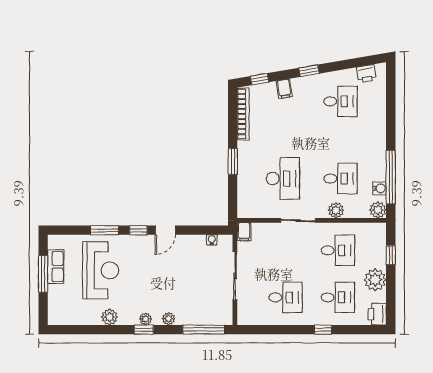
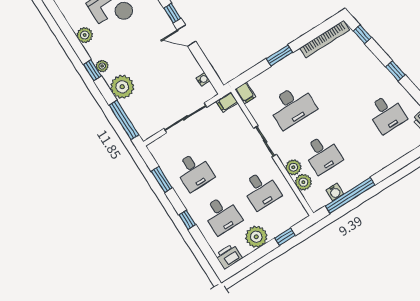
filing cabinet: (284, 89) -> (245, 93), moved, turned -80
plant: (378, 210) -> (303, 182), moved
plant: (169, 319) -> (122, 87), width x1.87, depth x1.87
window: (275, 330) -> (162, 179), added

